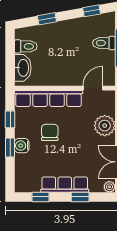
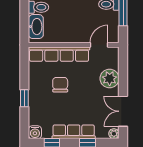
window: (10, 119) -> (24, 73), removed
water cooler: (22, 146) -> (35, 132), moved, turned -90

